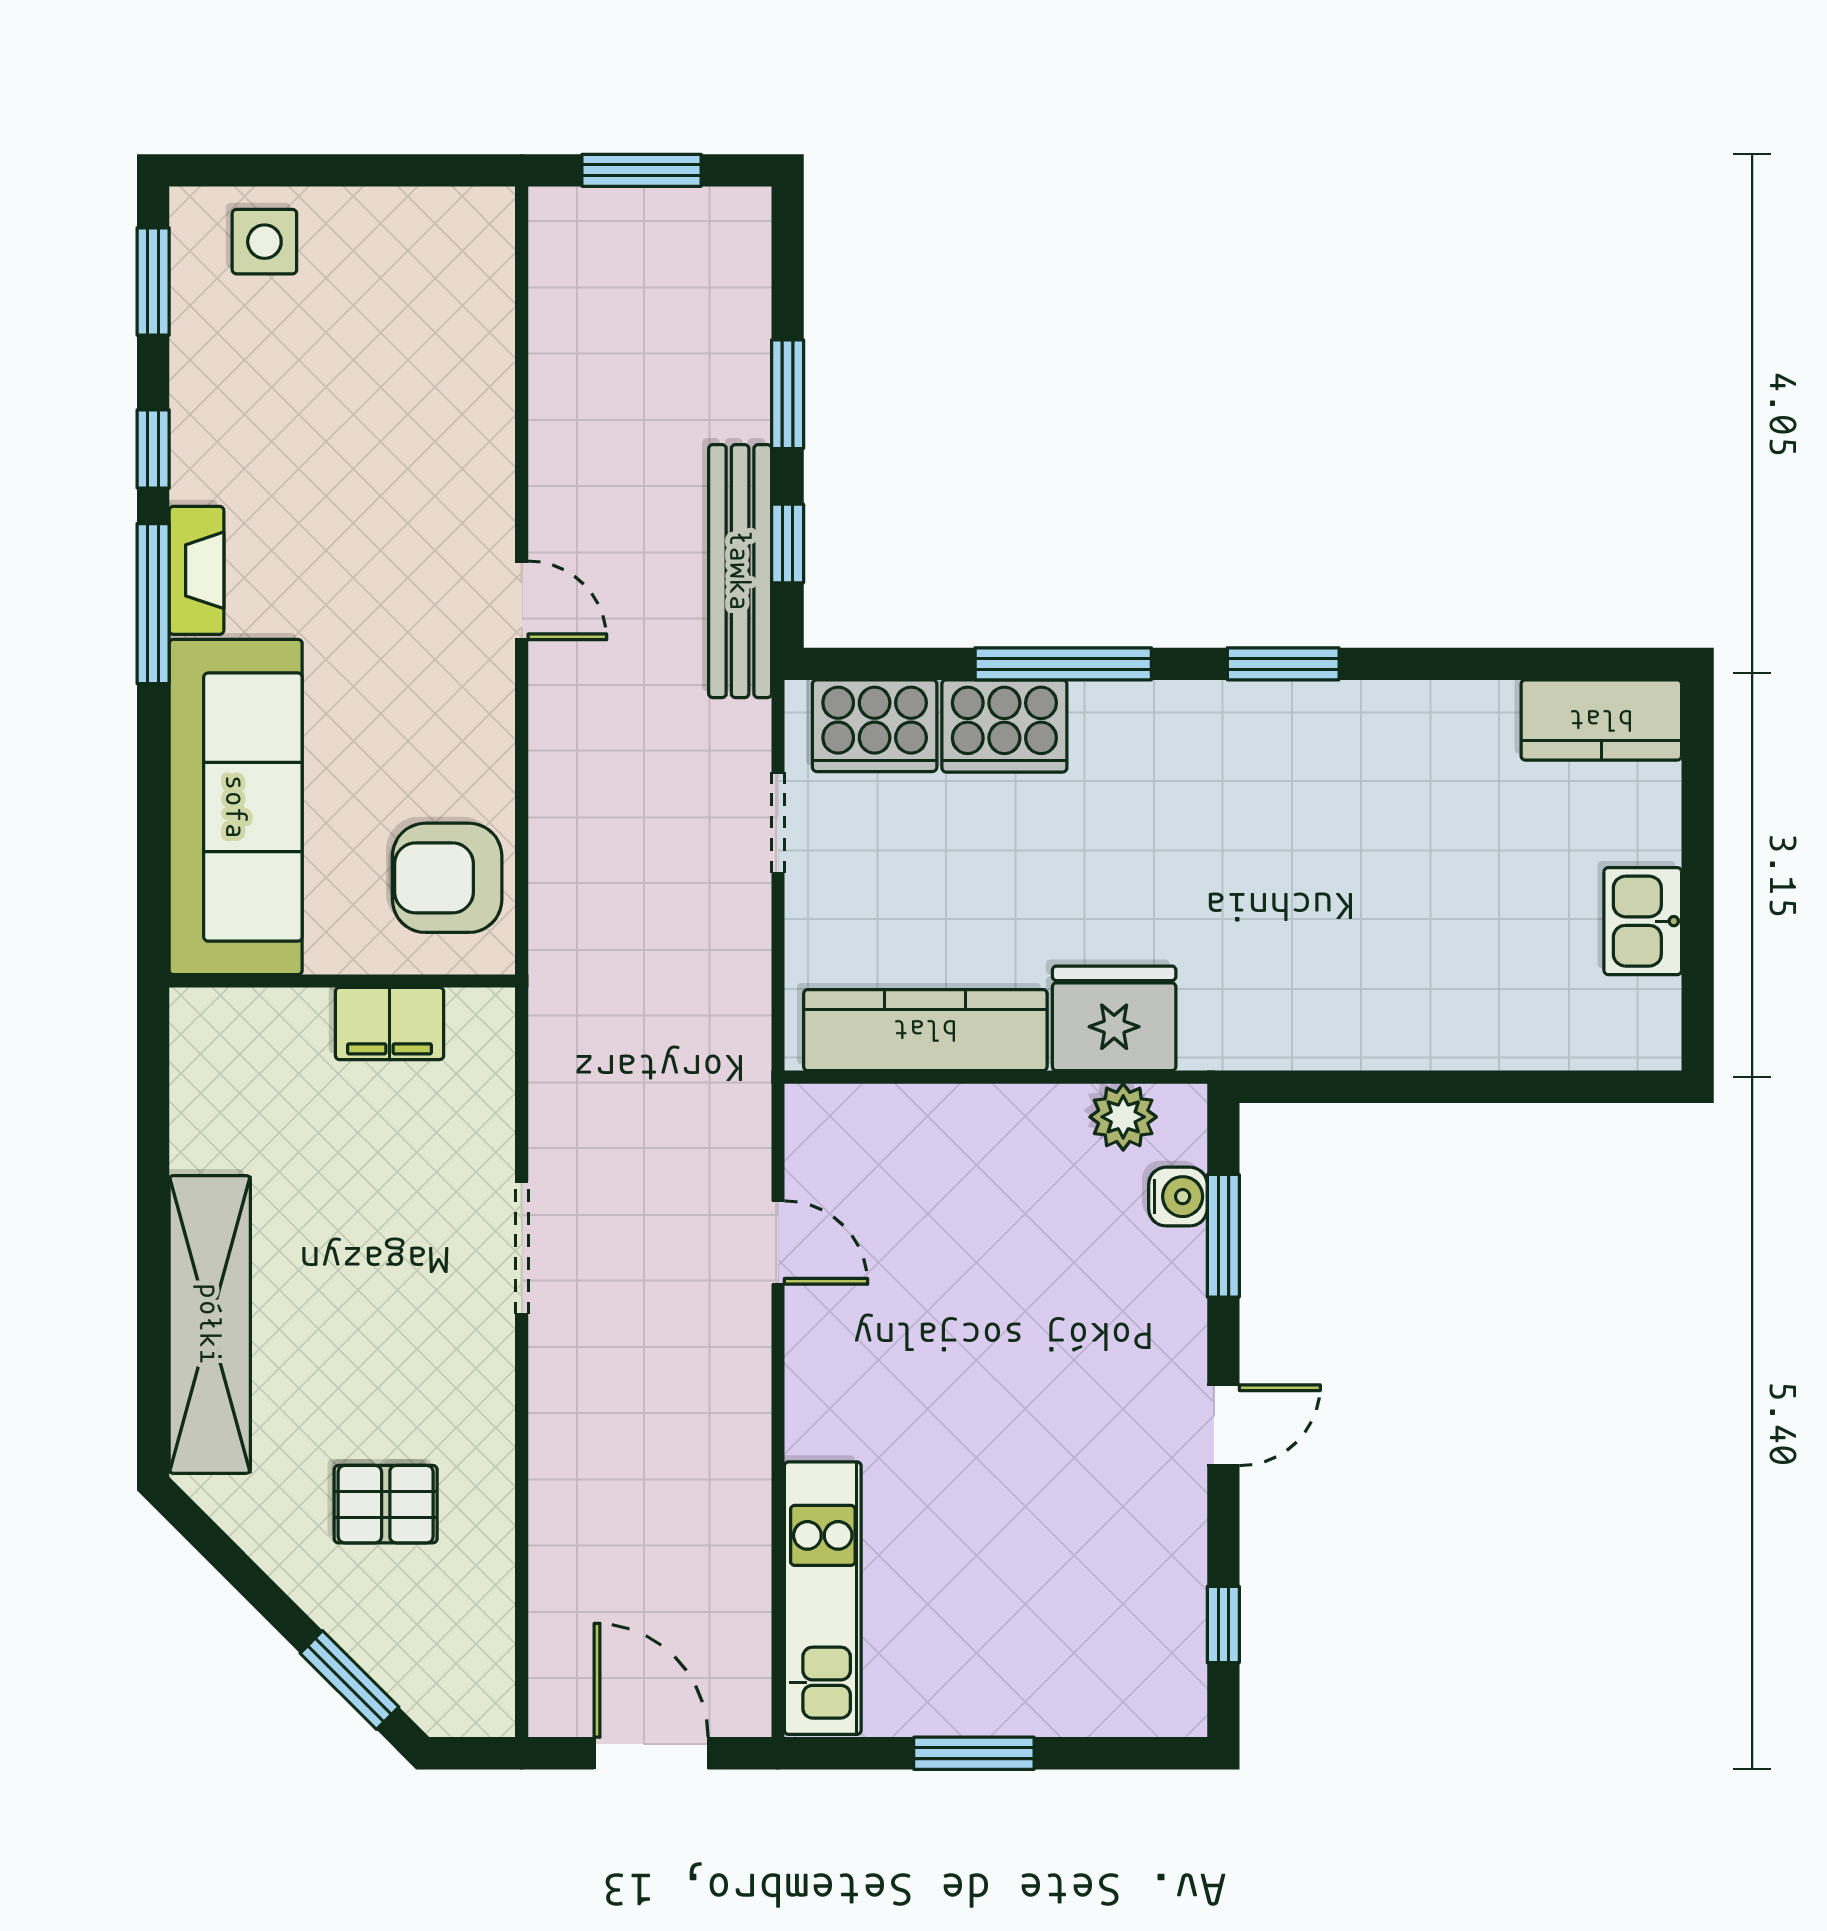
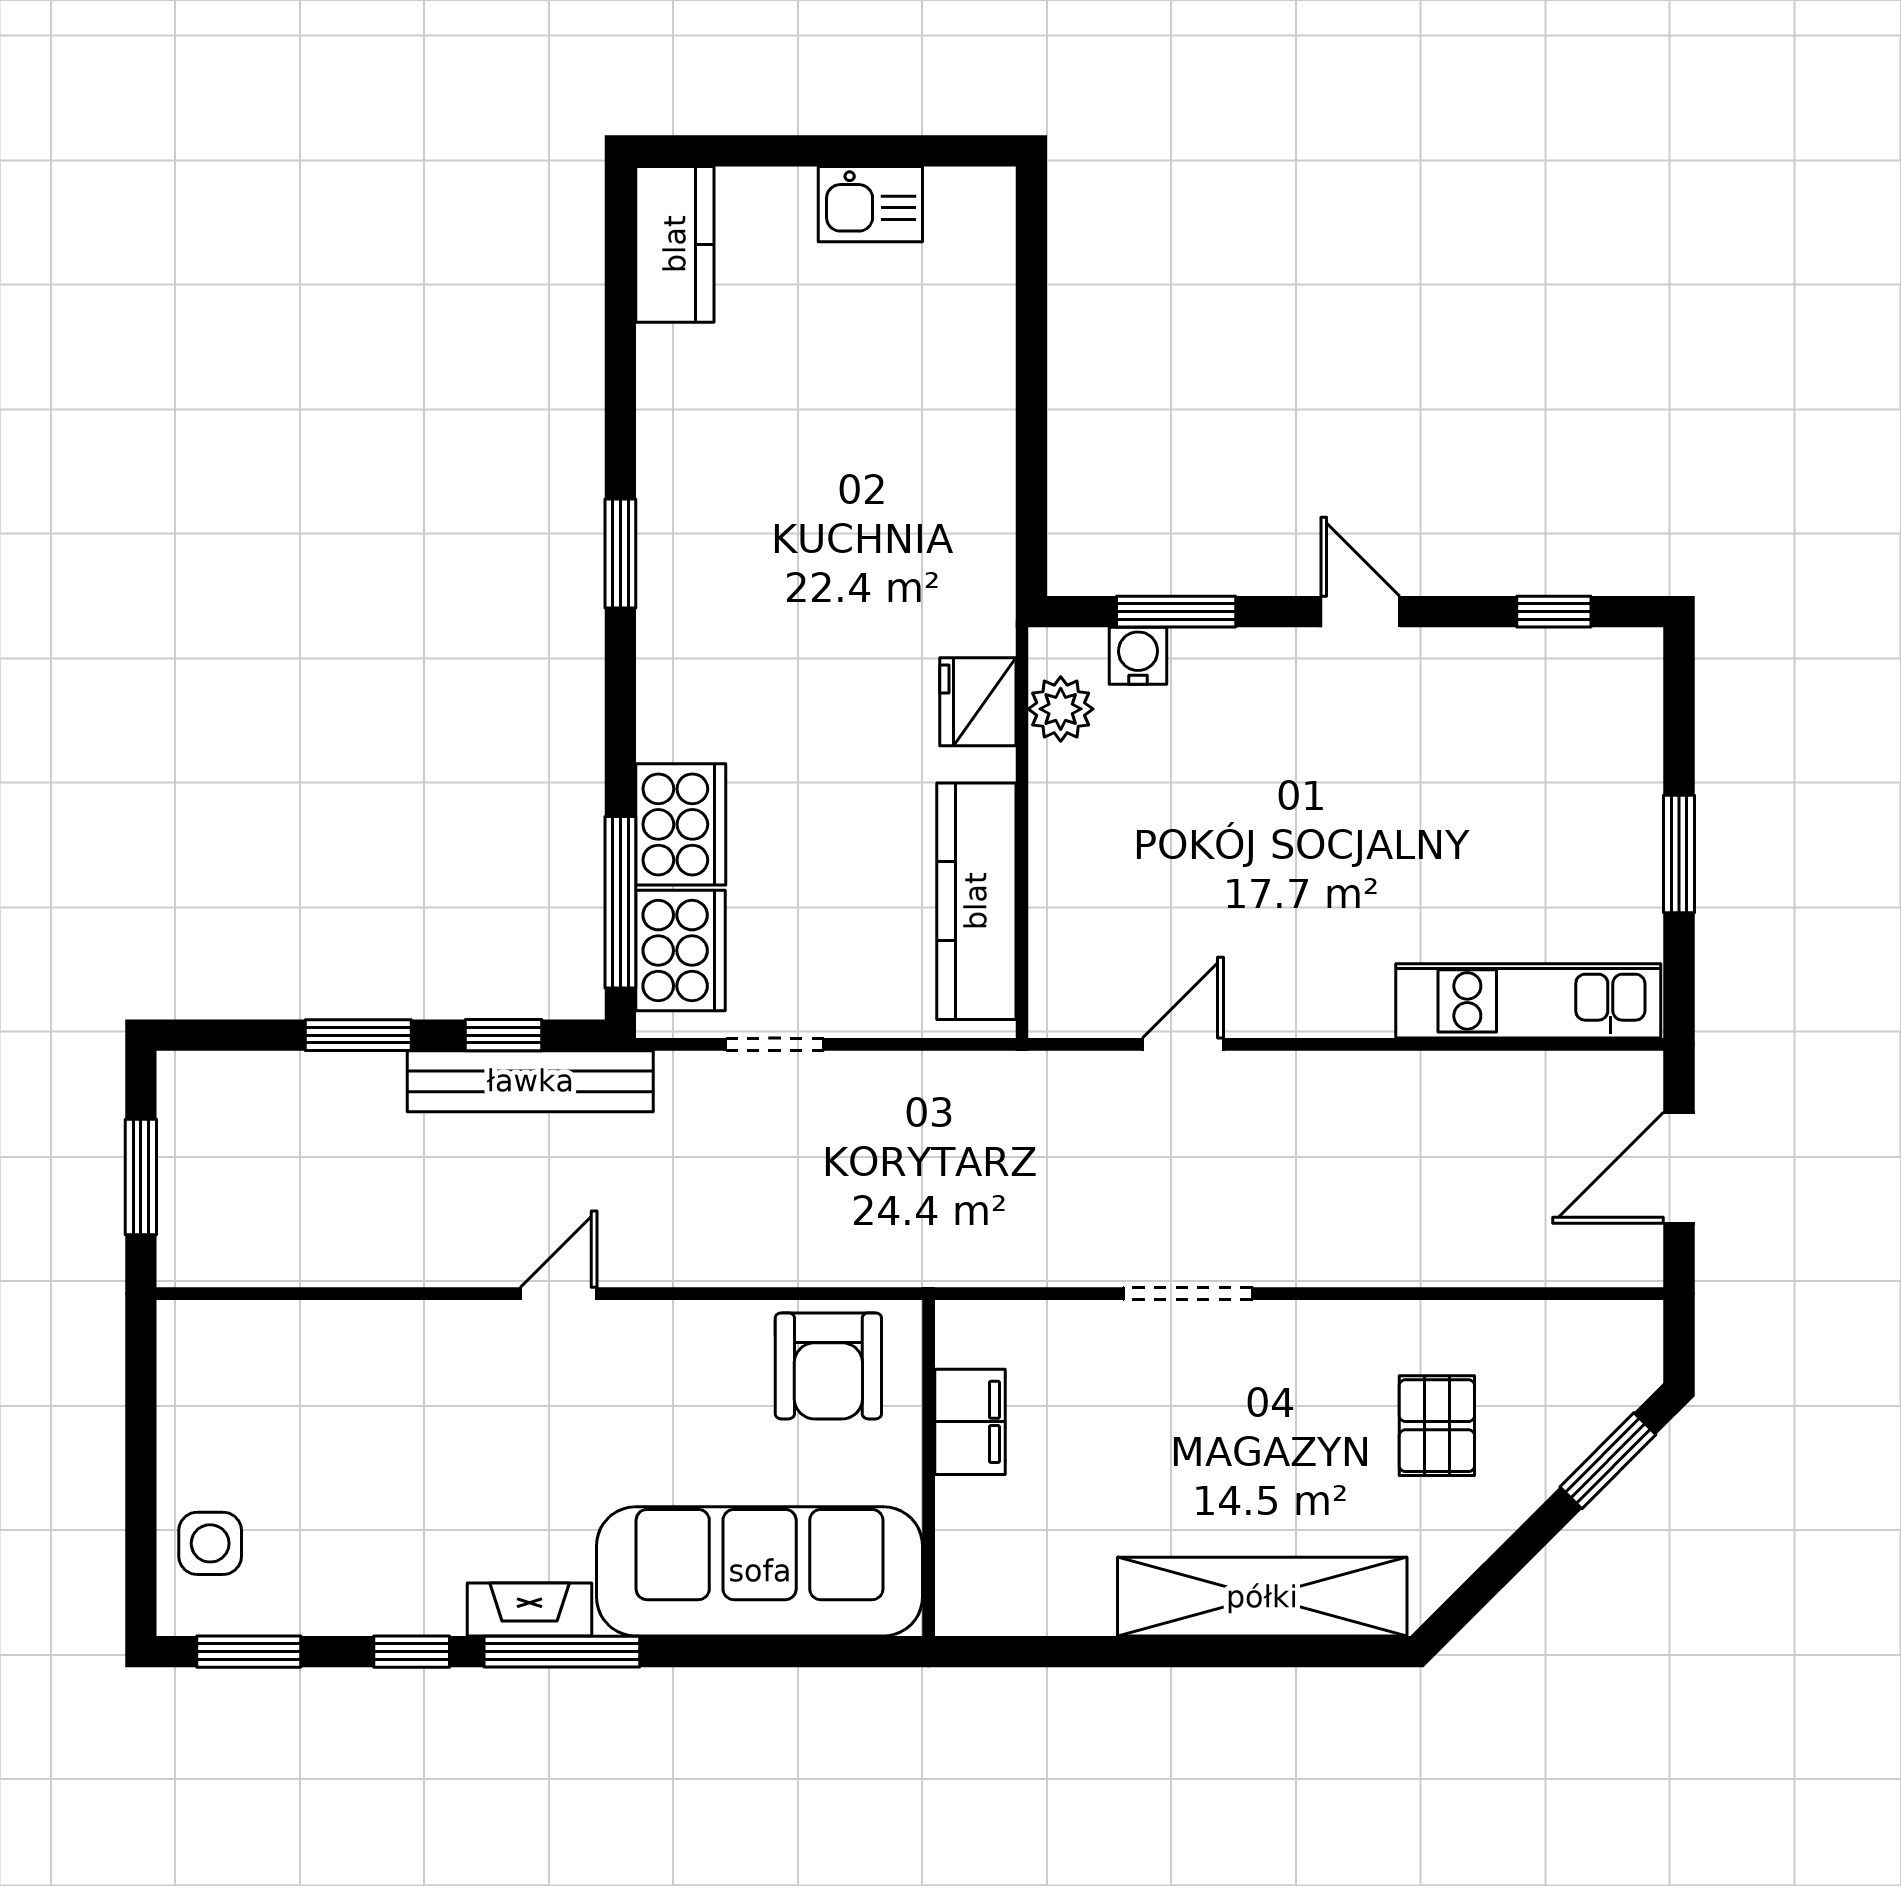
window: (1063, 664) -> (620, 902), moved
fridge: (1114, 1018) -> (978, 702), width x0.73, depth x0.75

